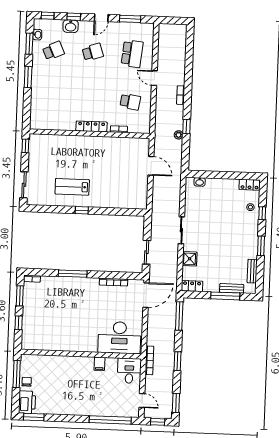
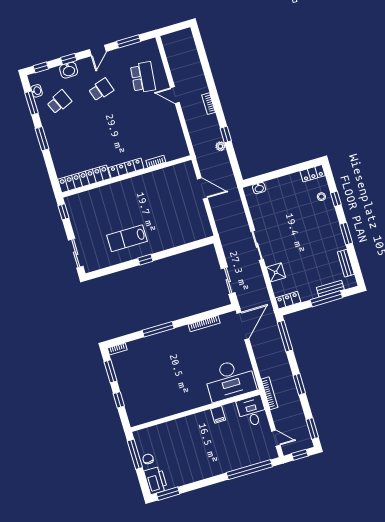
school desk: (130, 102) -> (158, 128), removed
locker: (52, 124) -> (84, 179), added

